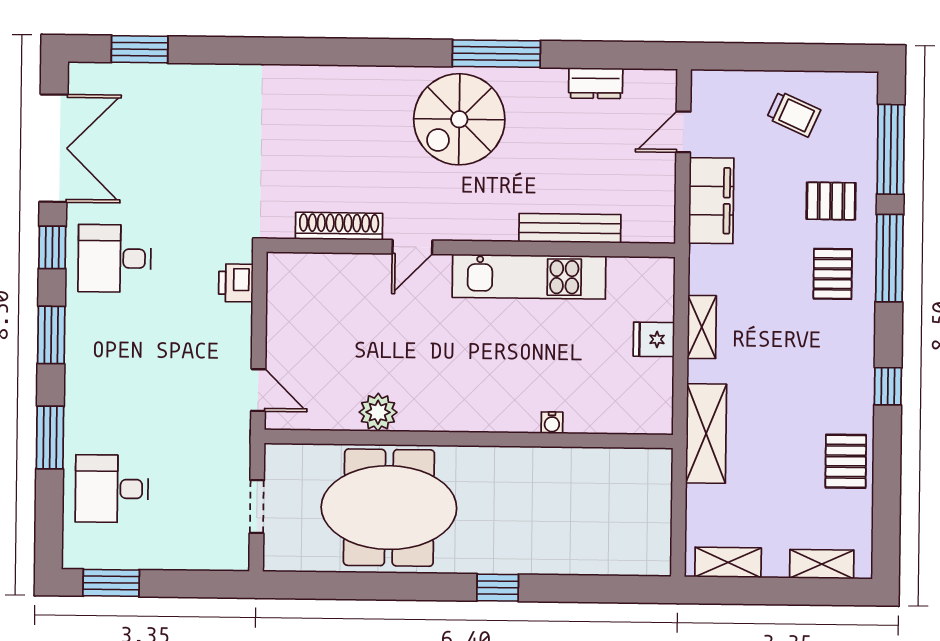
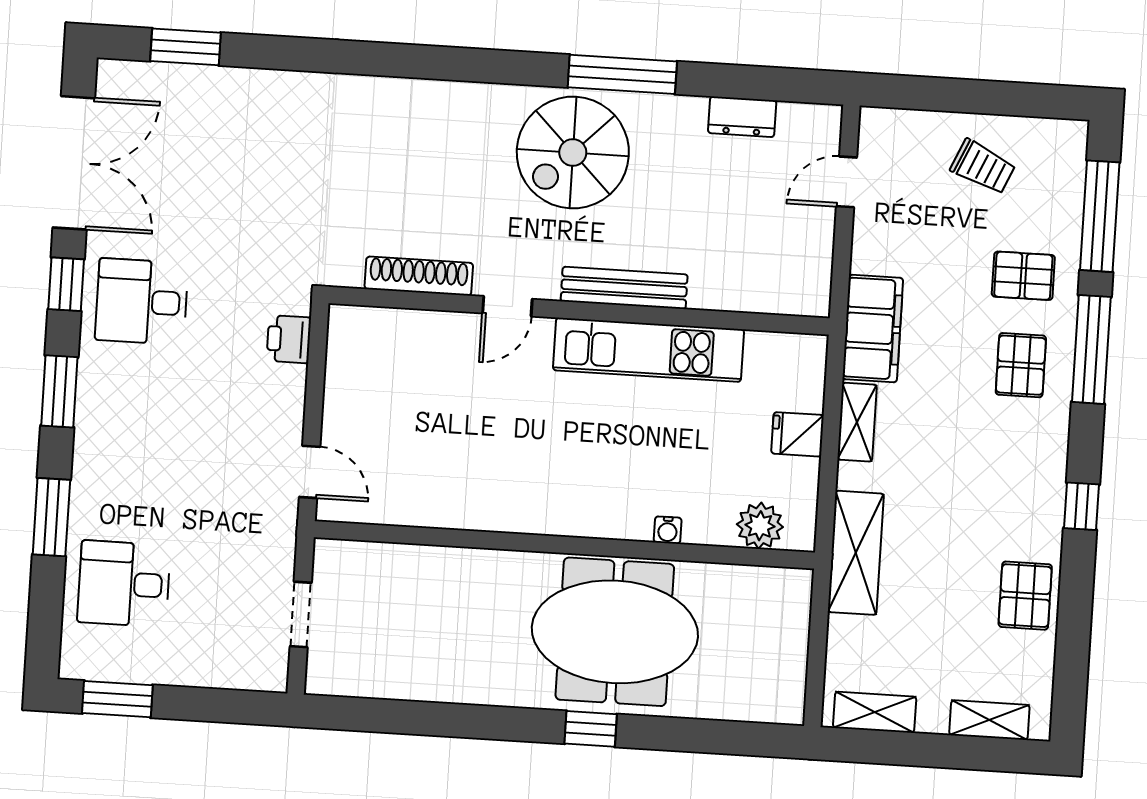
filing cabinet: (711, 201) -> (873, 329), moved
bench: (570, 228) -> (624, 288), moved
plant: (378, 412) -> (760, 526), moved
meeting table: (389, 508) -> (615, 632), moved

